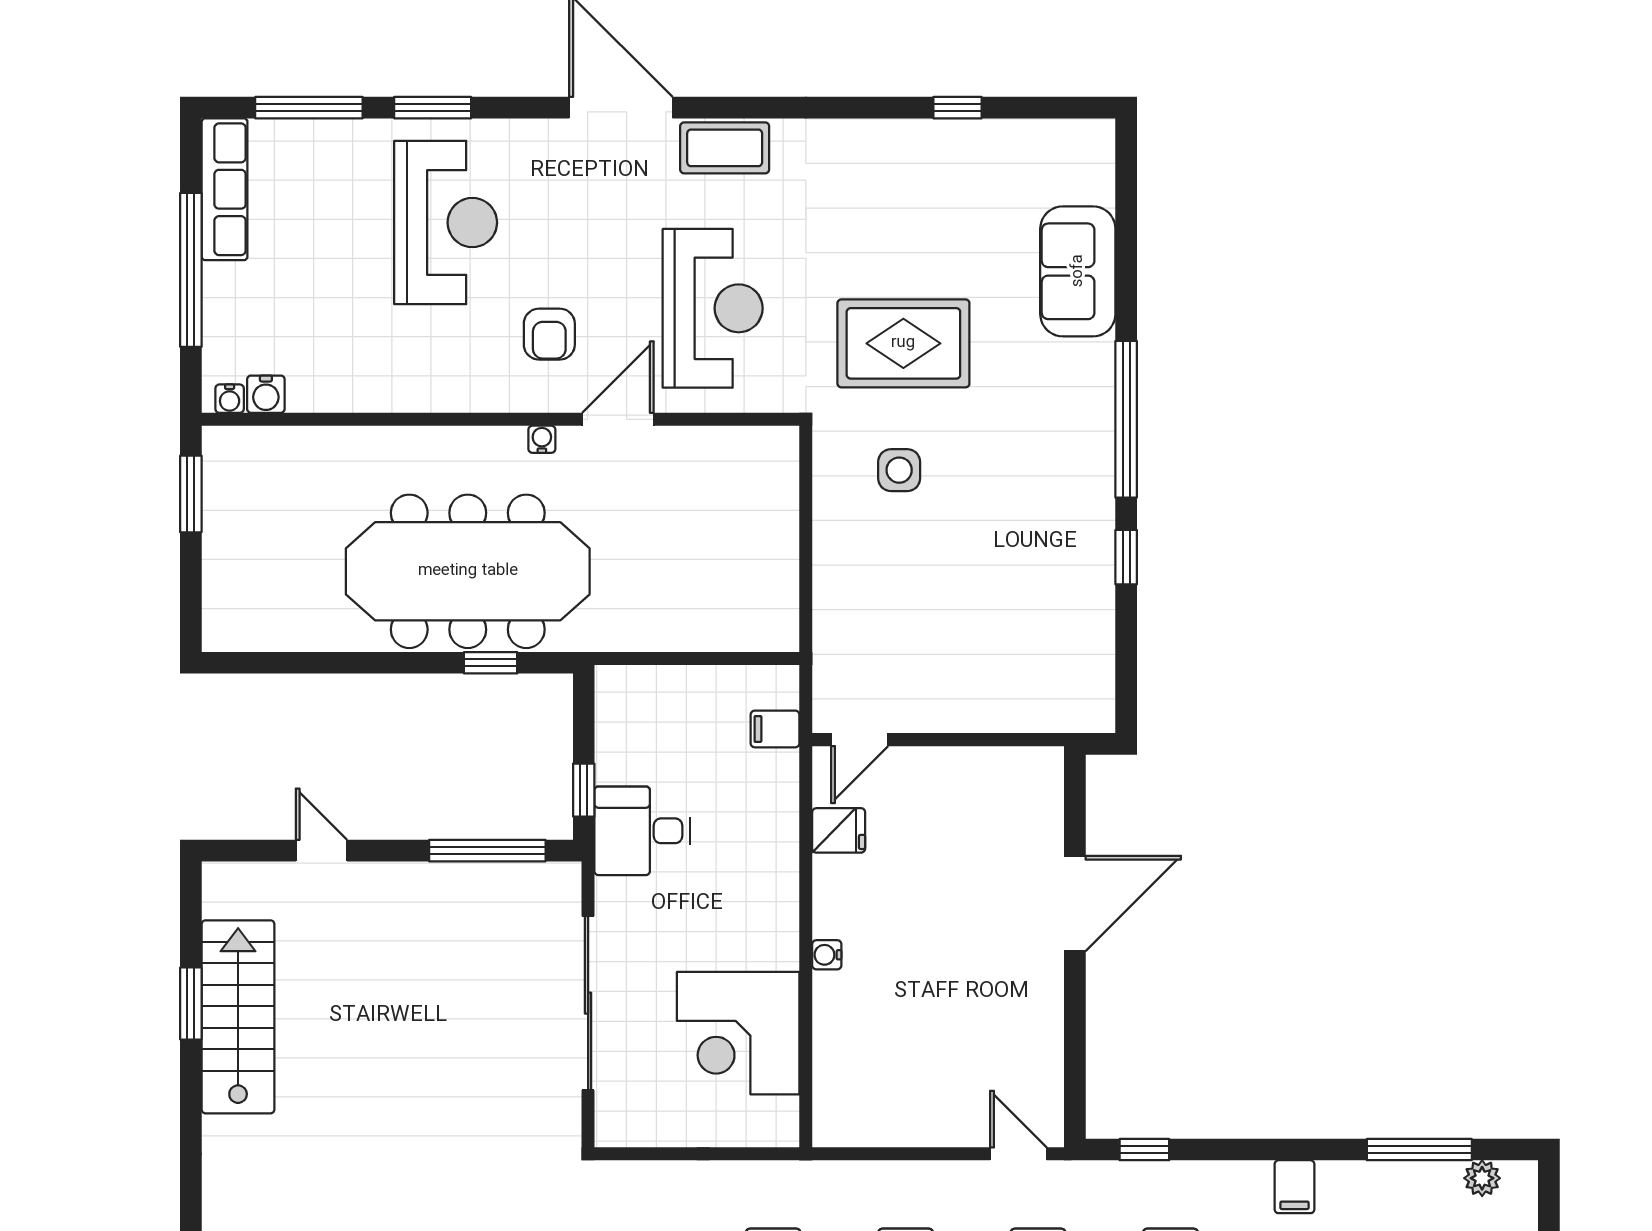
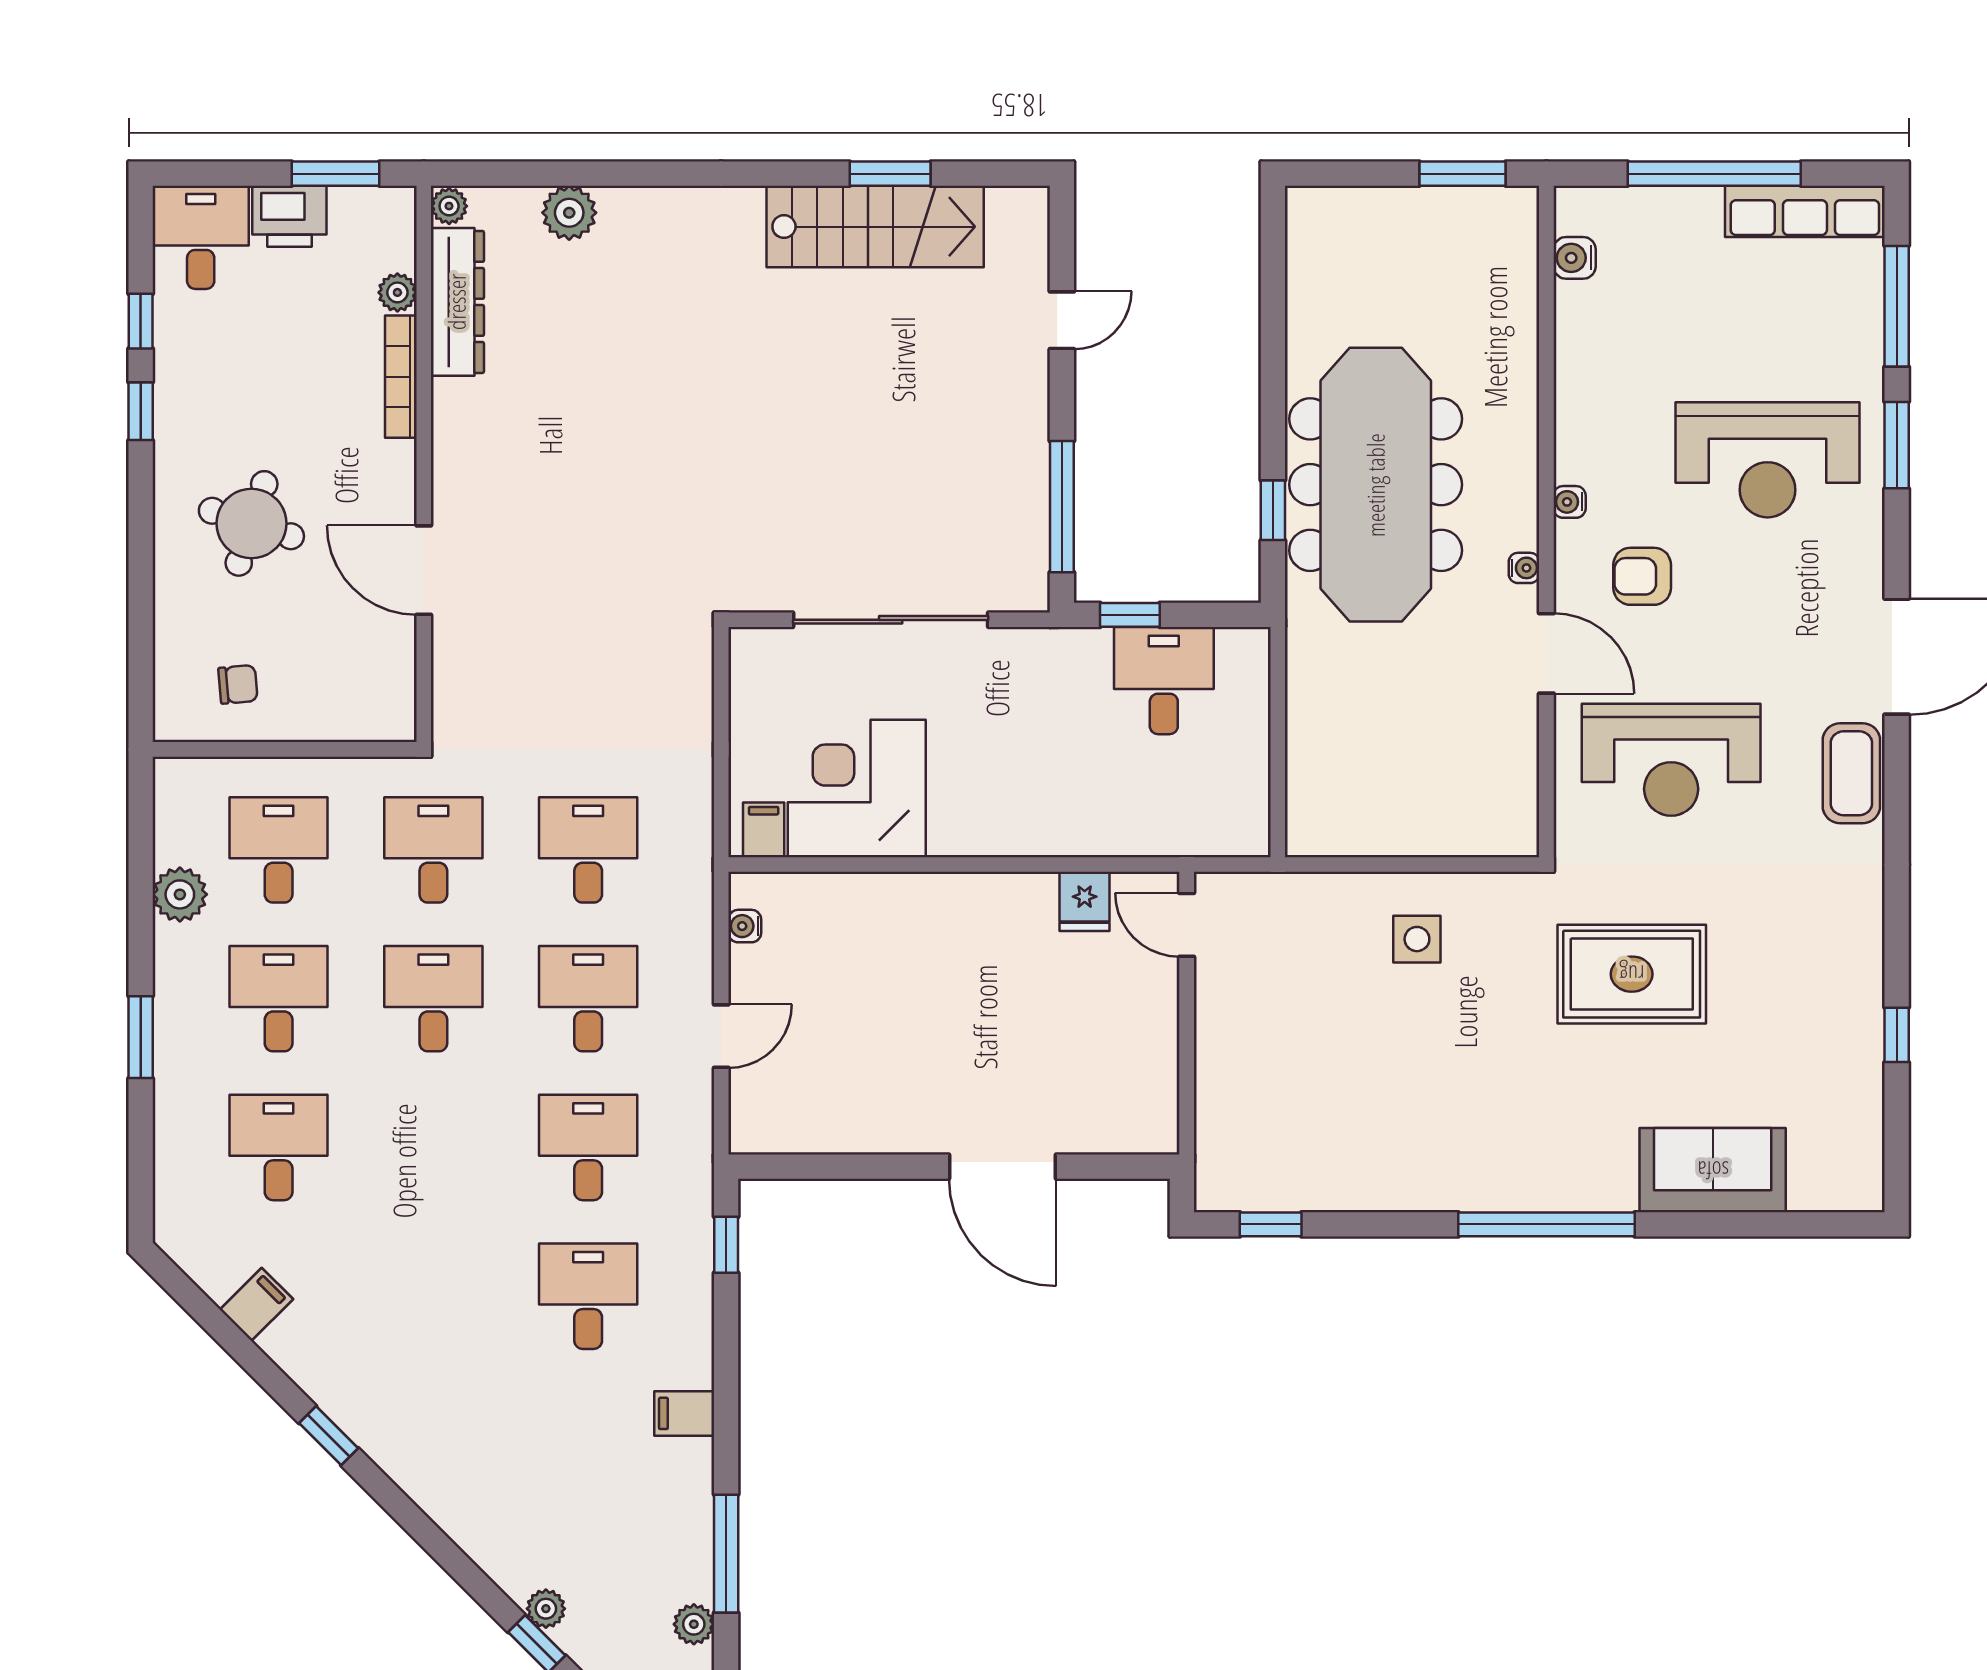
rug: (903, 343) -> (1632, 974), turned 90
water cooler: (230, 399) -> (1570, 502), moved
side table: (899, 470) -> (1417, 939), moved
window: (1126, 557) -> (1271, 1224), moved
filing cabinet: (775, 729) -> (764, 830), moved
desk: (642, 831) -> (1164, 681), moved
water cooler: (827, 955) -> (745, 926), moved, turned -90
door: (1018, 1154) -> (721, 1036), moved

